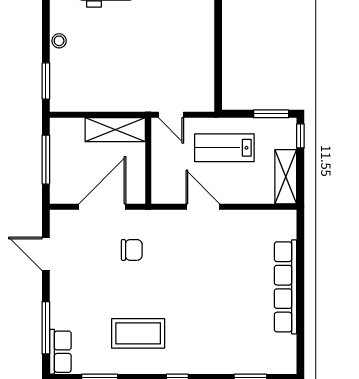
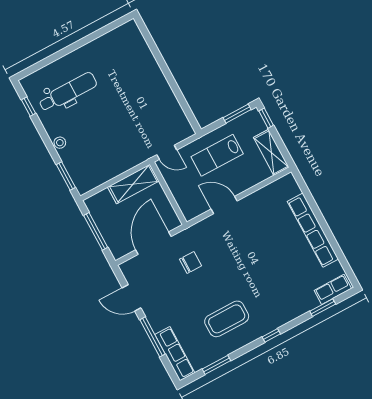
window: (46, 328) -> (152, 337), moved
row of seats: (60, 352) -> (175, 354), width x1.48
row of seats: (272, 364) -> (333, 289), added

